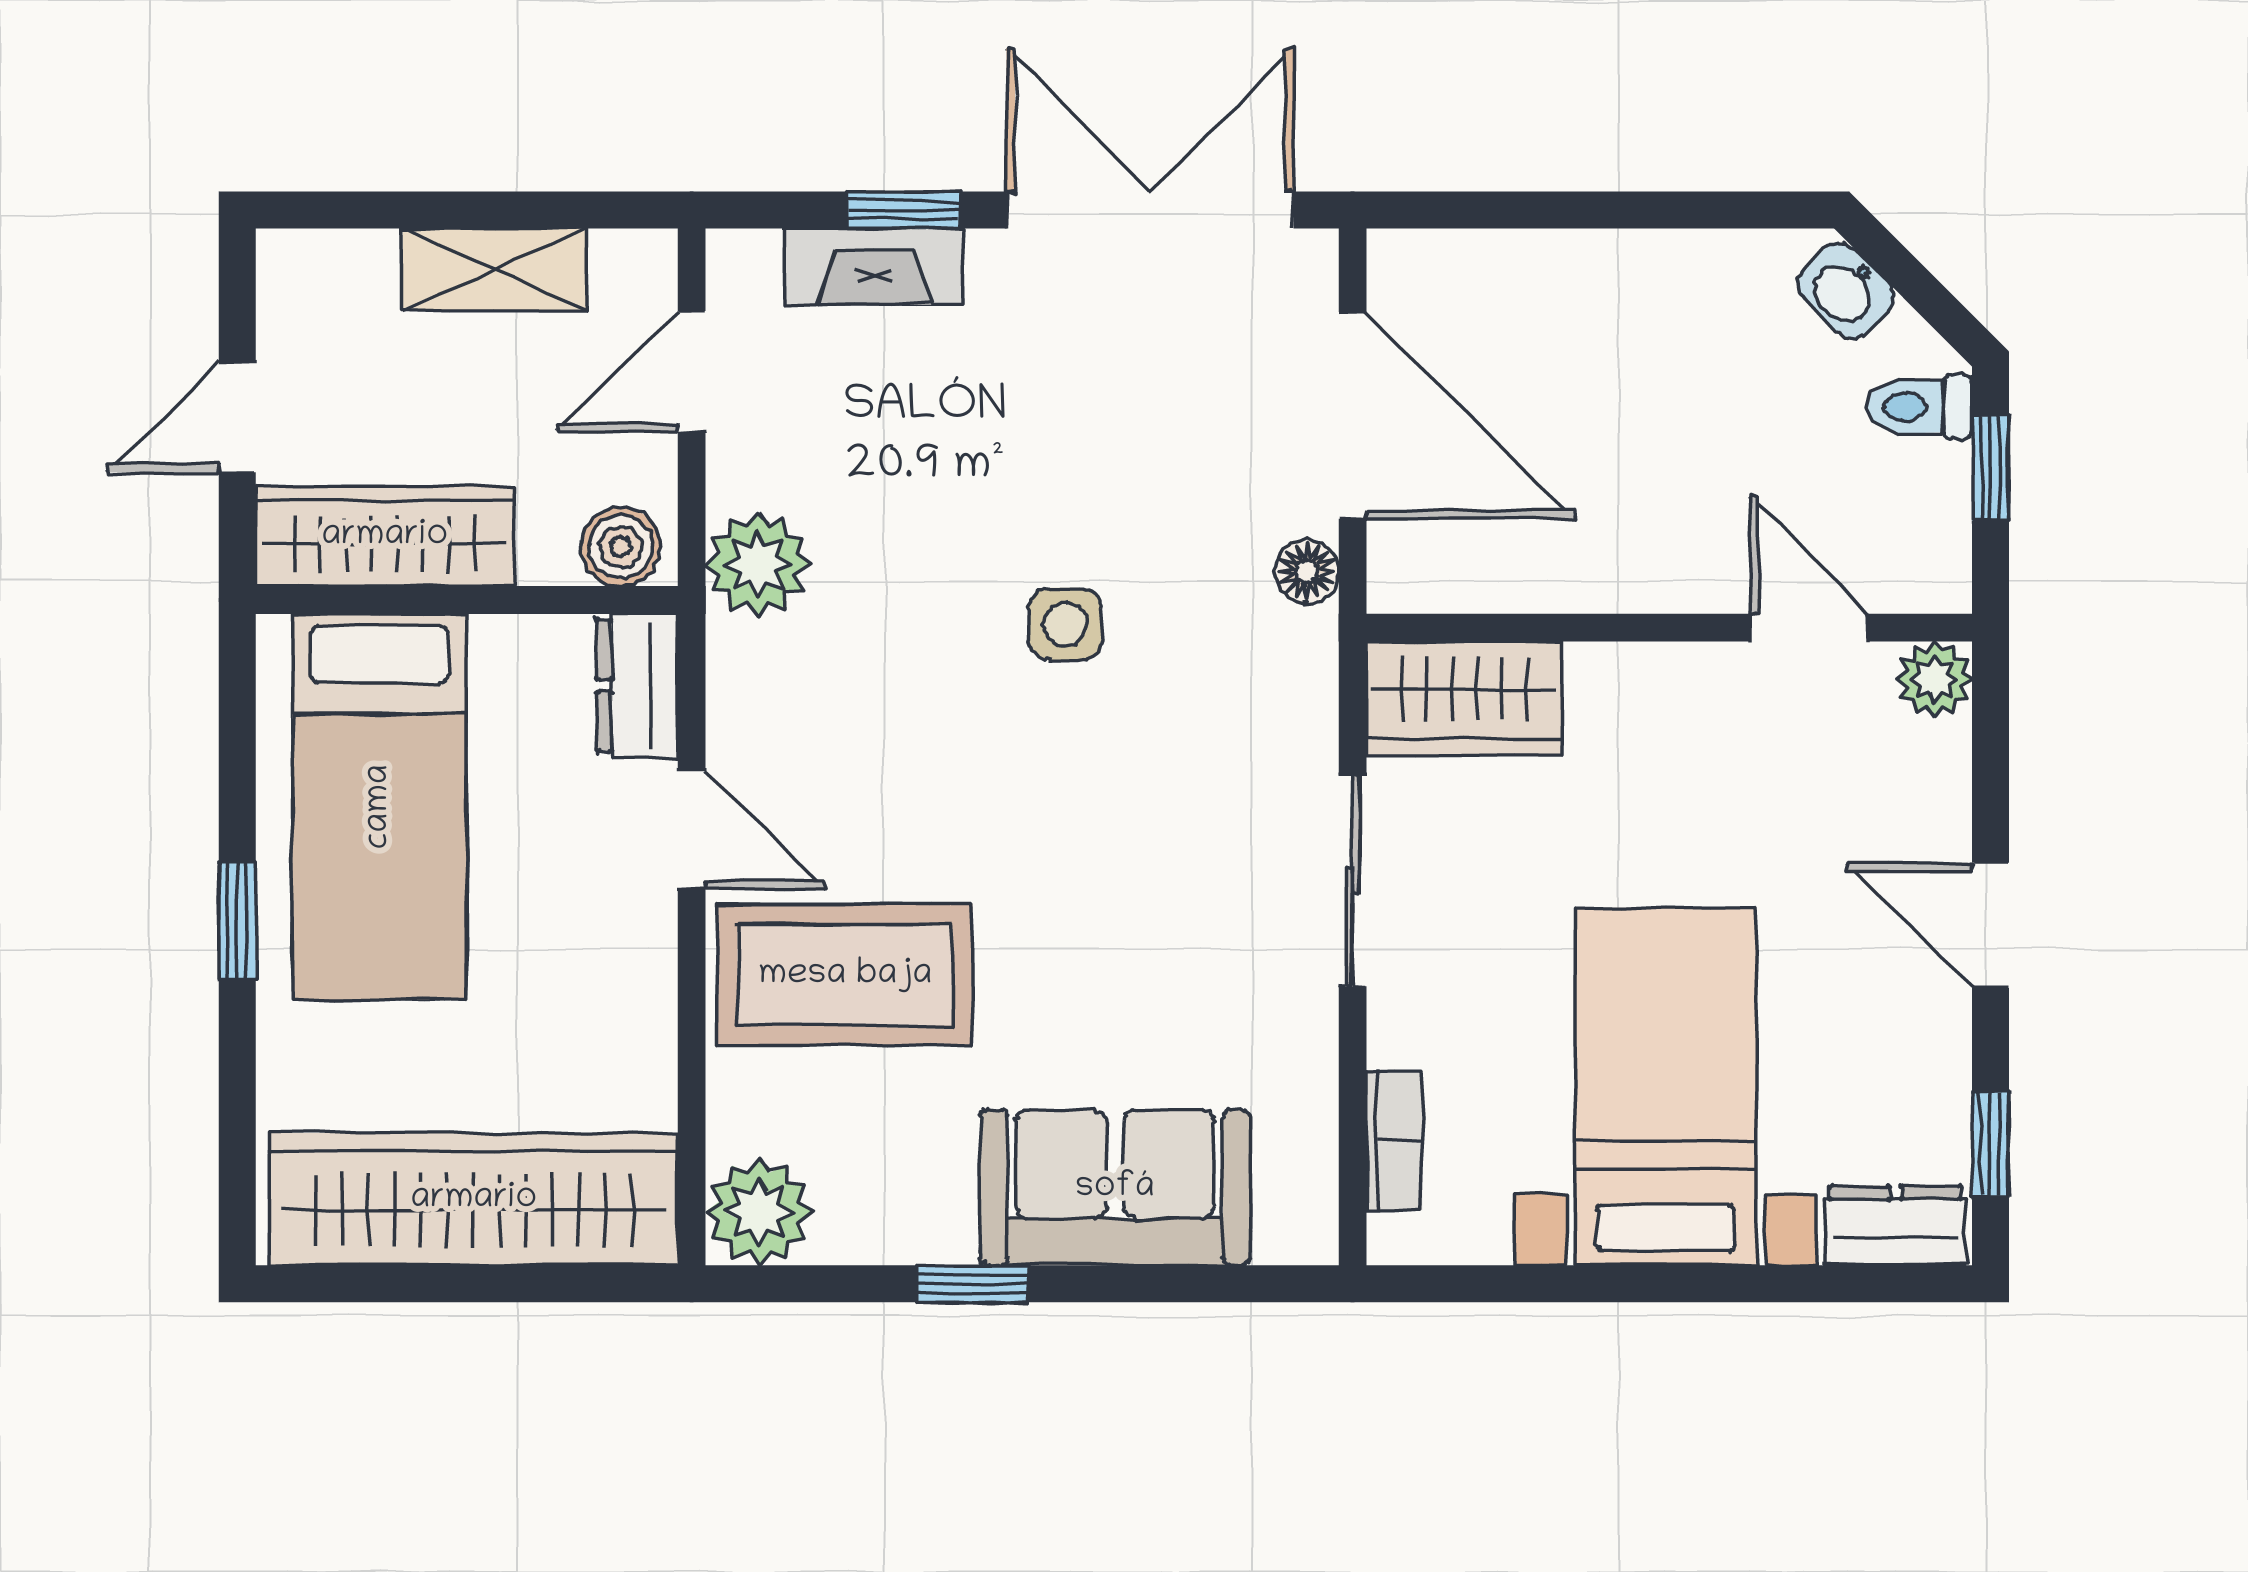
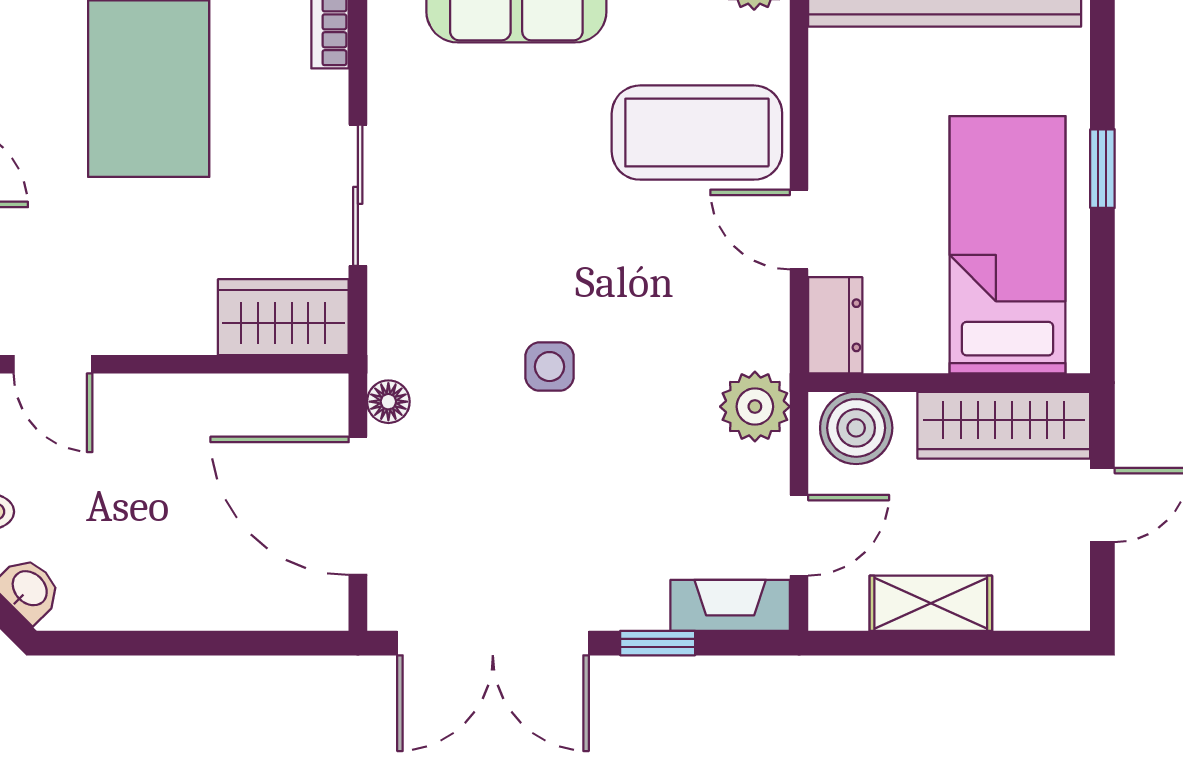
fireplace: (874, 266) -> (730, 605), moved
boiler: (621, 547) -> (856, 428), width x1.36, depth x1.36

